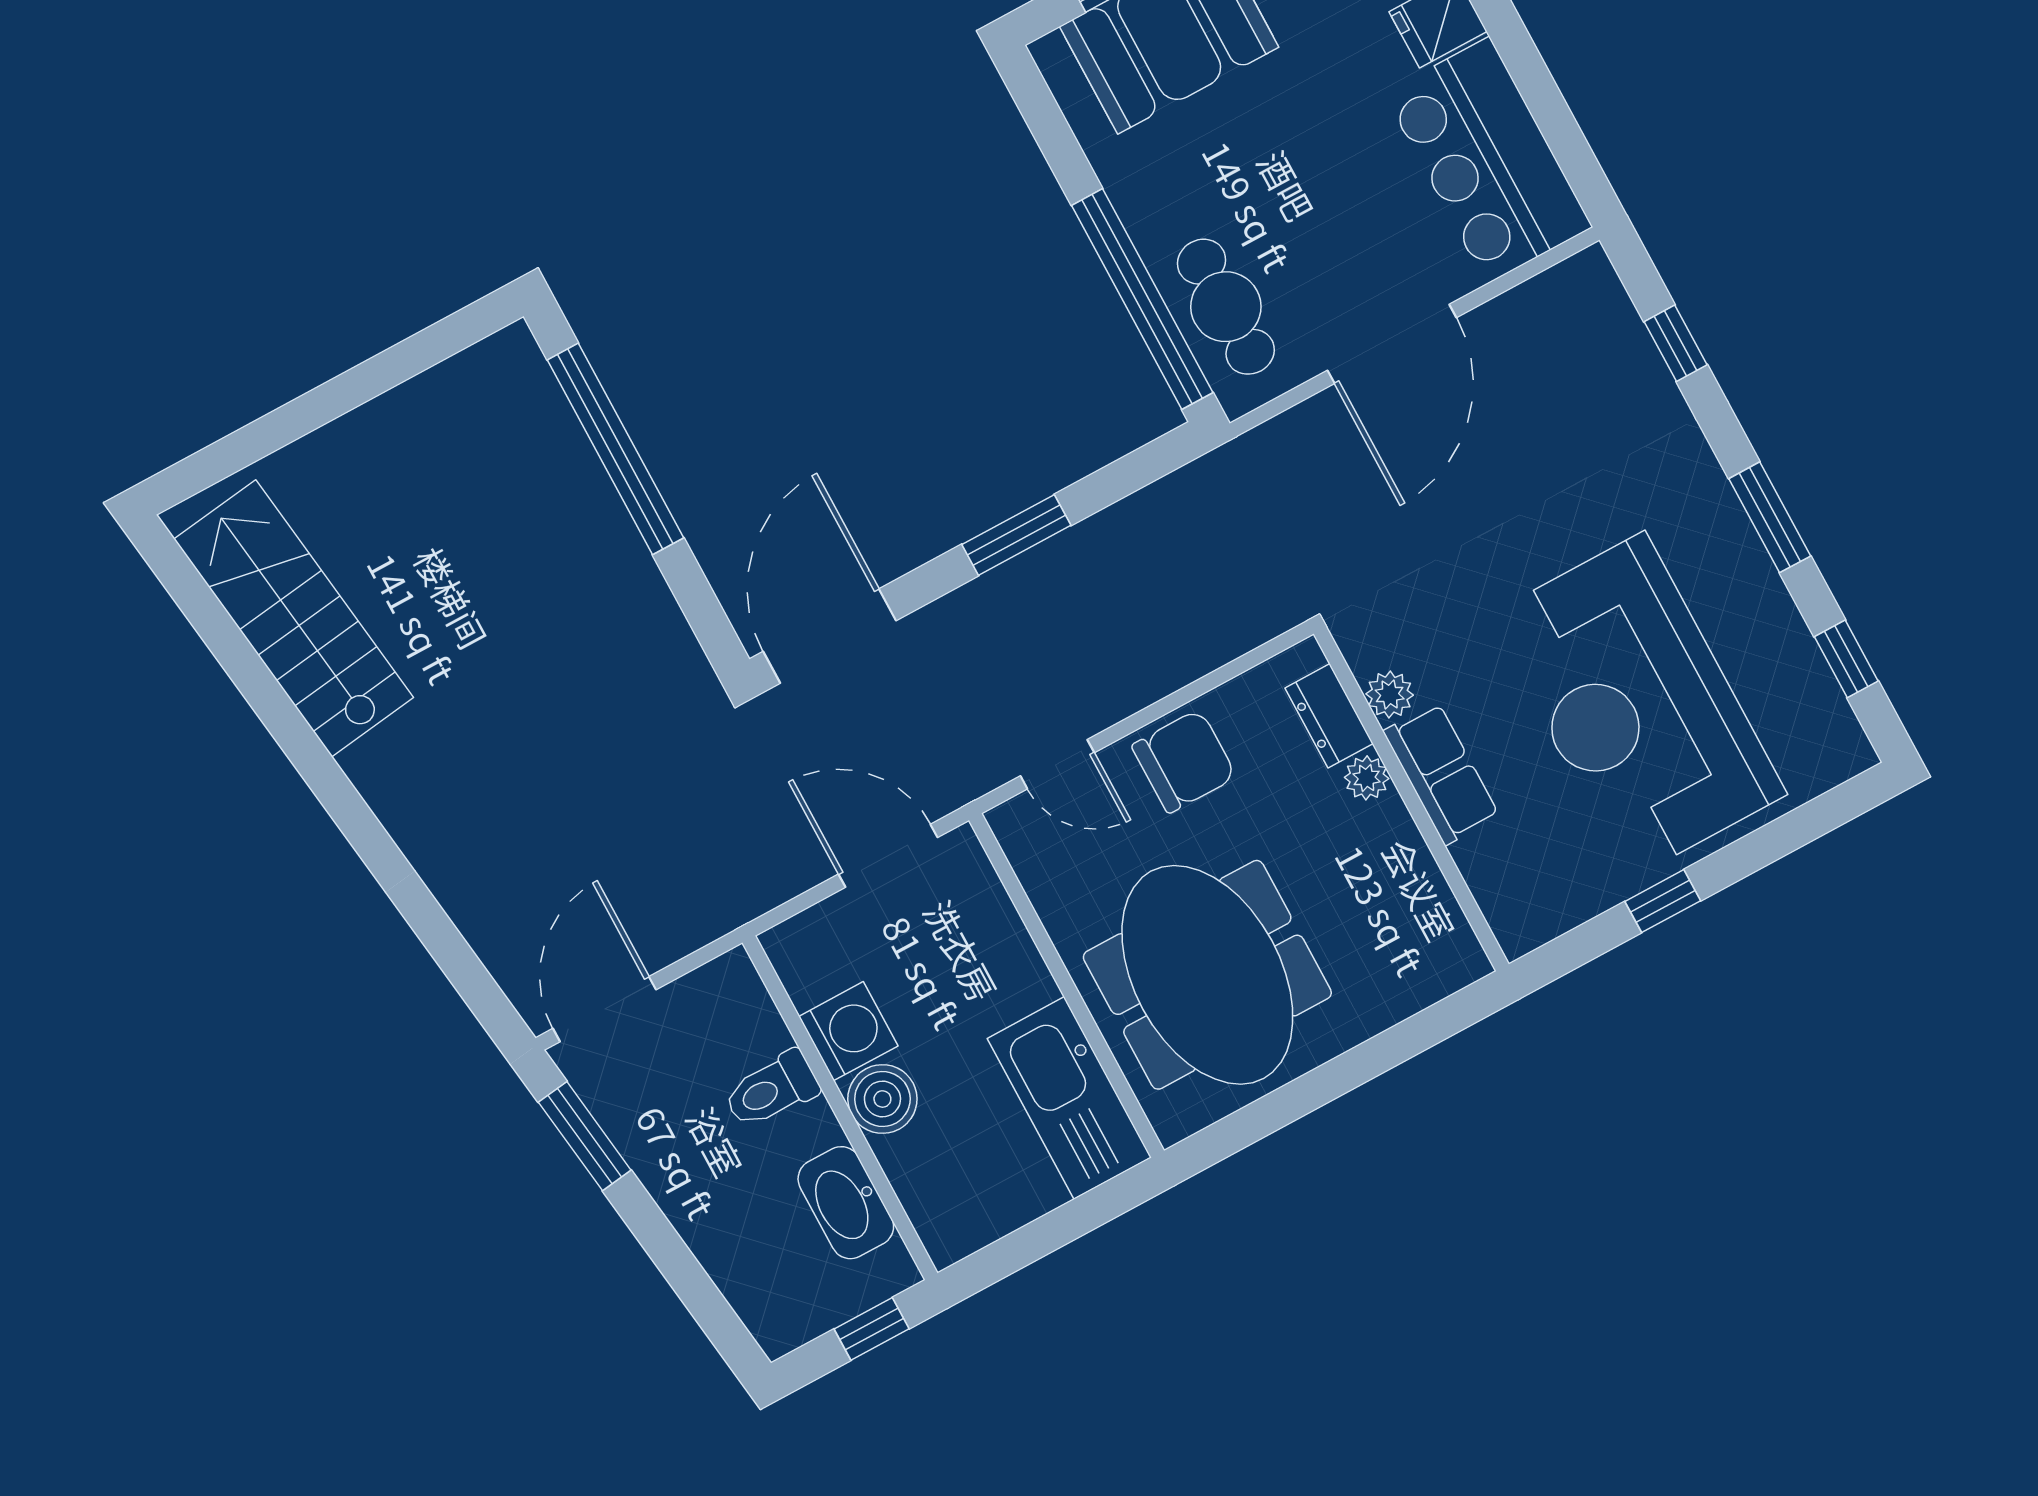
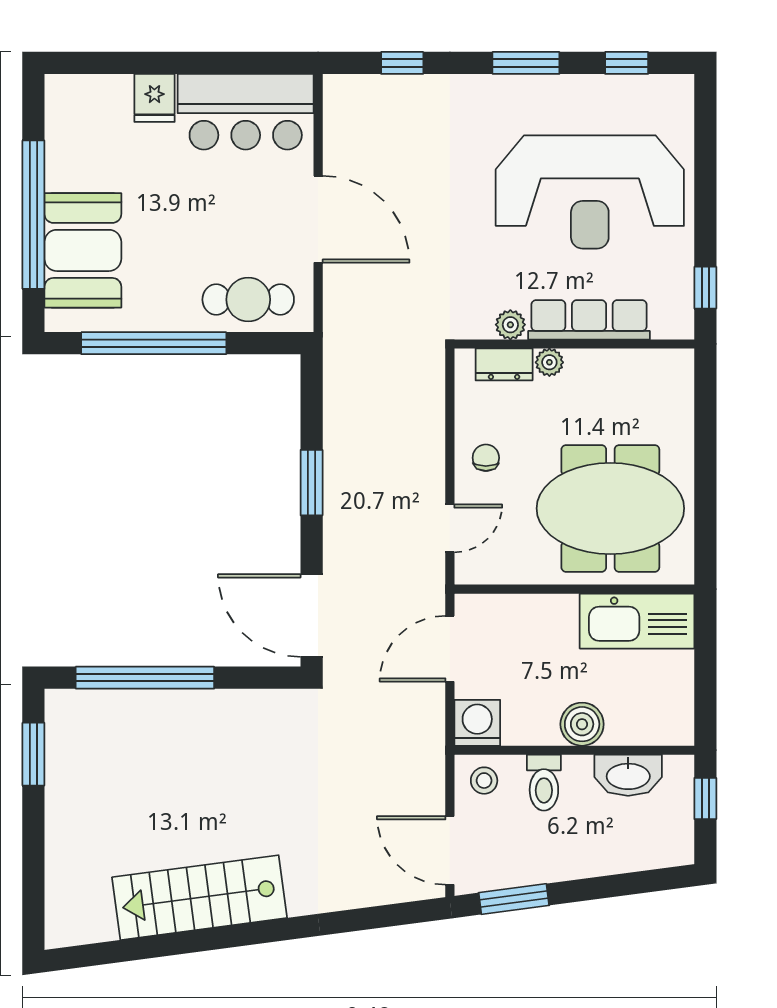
window: (1142, 299) -> (154, 343), moved
window: (423, 350) -> (33, 754), added
stairs: (294, 618) -> (199, 898), moved
chair: (1184, 761) -> (486, 458), width x0.54, depth x0.54
row of seats: (1441, 774) -> (589, 320), width x1.48
window: (1663, 901) -> (705, 288), moved
stool: (729, 1004) -> (484, 781), added
washing machine: (848, 1031) -> (477, 723), moved

